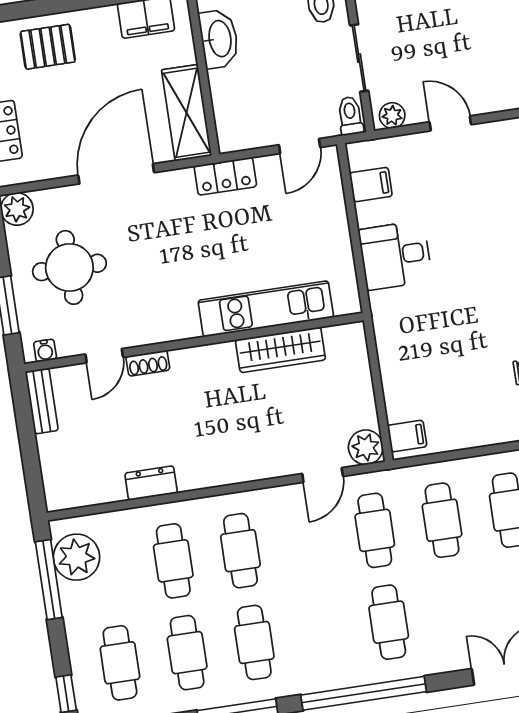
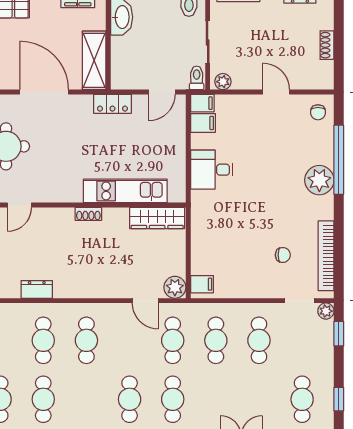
door: (450, 123) -> (276, 92), moved
filing cabinet: (365, 154) -> (202, 103), added
door: (116, 174) -> (44, 92), hinge flipped
wardrobe: (280, 350) -> (157, 218), moved
shoe rack: (148, 363) -> (88, 214), moved
door: (323, 475) -> (145, 301), hinge flipped
cafe table: (254, 642) -> (130, 399), moved

